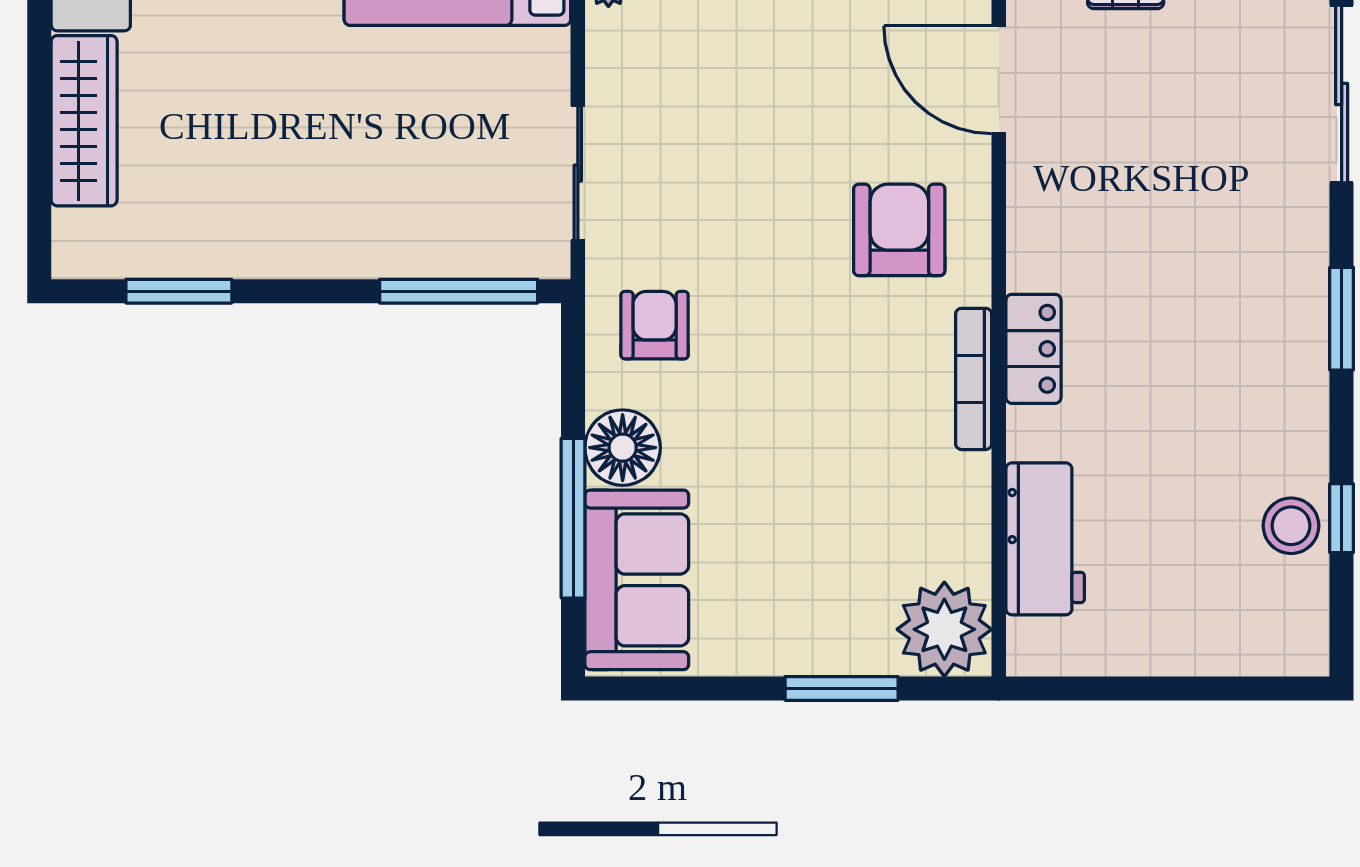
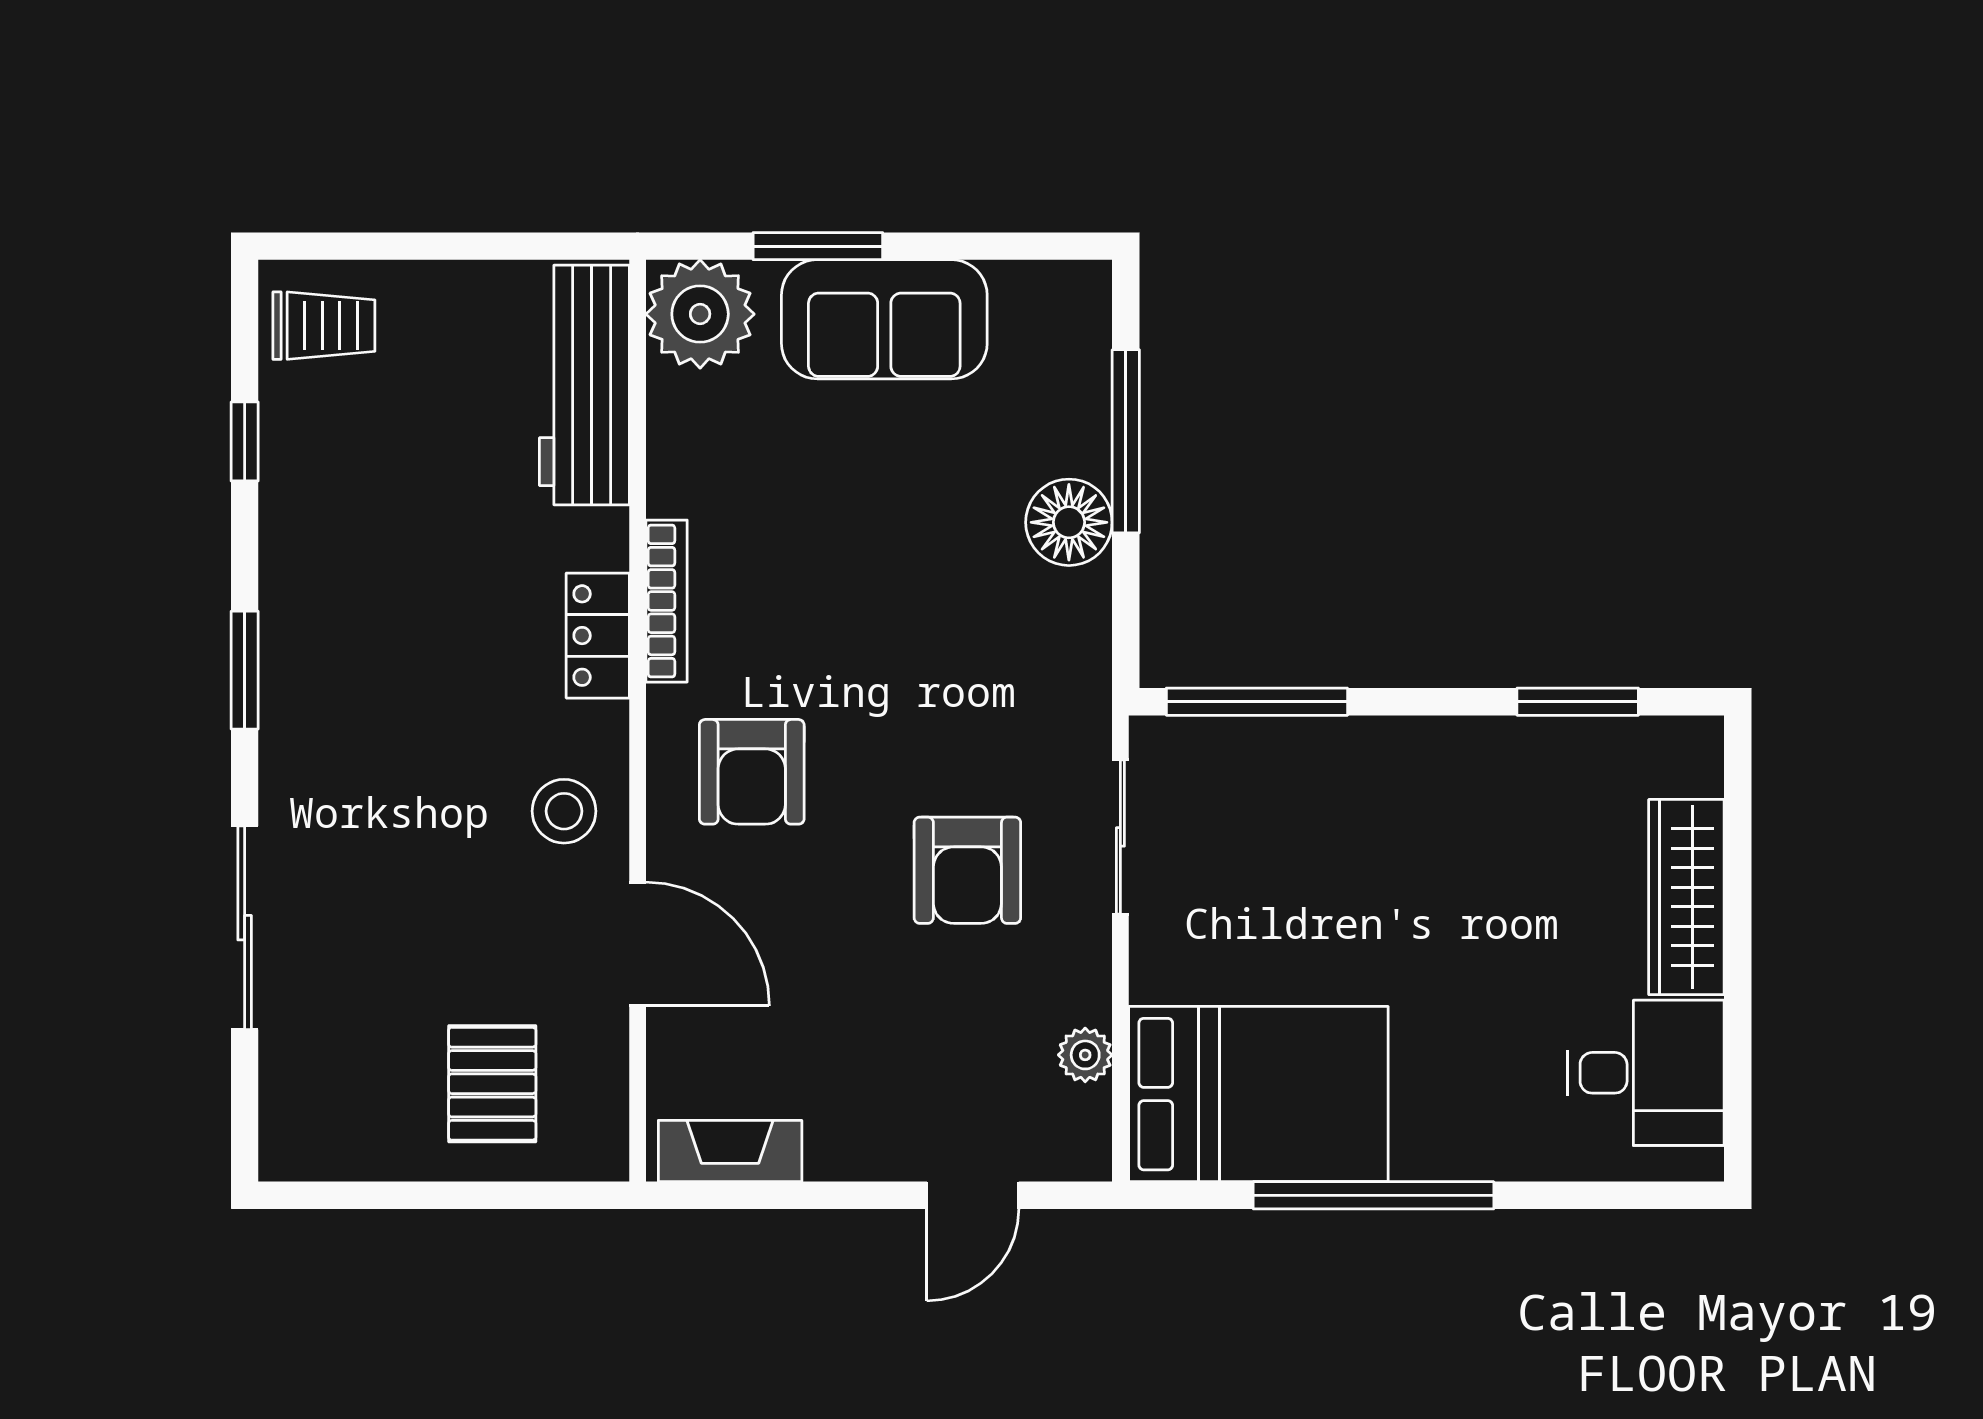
armchair: (655, 325) -> (967, 870), moved, width x1.38, depth x1.38
stool: (1291, 526) -> (564, 811), moved
workbench: (1045, 539) -> (584, 385), width x1.38
sofa: (637, 580) -> (884, 319), moved, turned -90
trolley: (1272, 619) -> (324, 326), added

